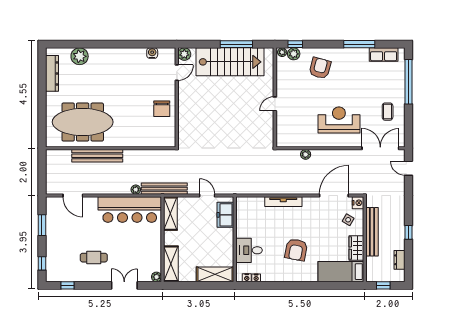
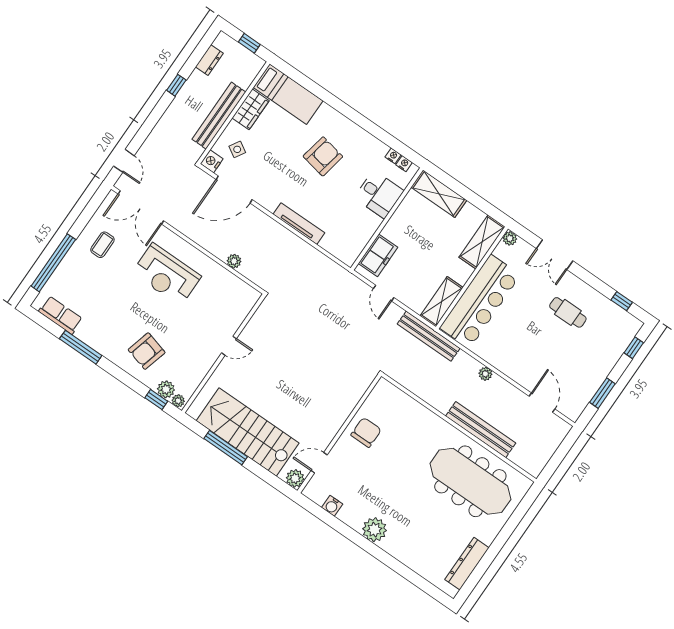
plant: (80, 56) -> (375, 530), moved
plant: (136, 190) -> (485, 374), moved
bar counter: (130, 210) -> (480, 301), moved, turned 90

